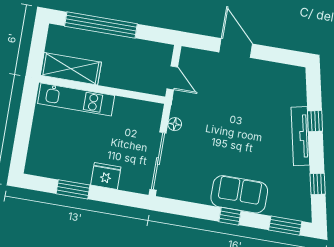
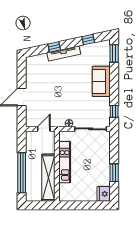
shelving: (71, 69) -> (48, 178), width x1.47
kitchen unit: (76, 99) -> (65, 162), moved
fridge: (106, 176) -> (104, 194), moved
window: (230, 216) -> (114, 111), moved

